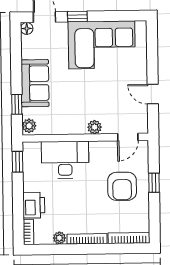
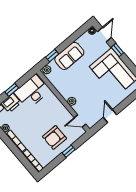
desk: (65, 160) -> (32, 92), moved, turned -90
window: (18, 162) -> (12, 90), moved

